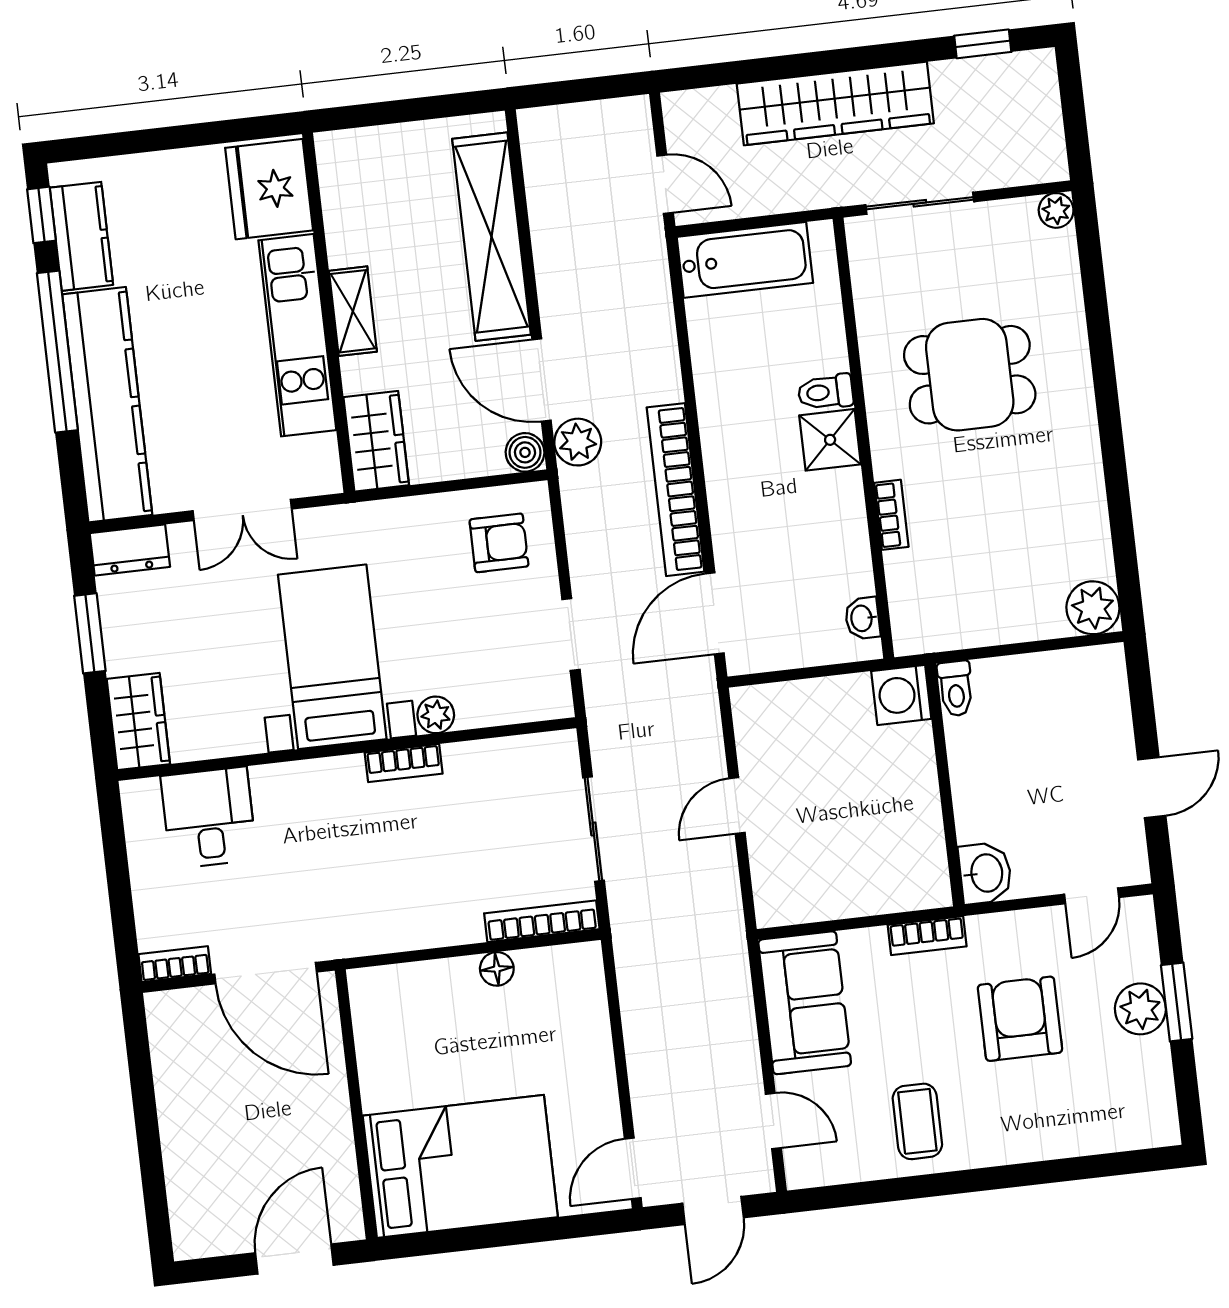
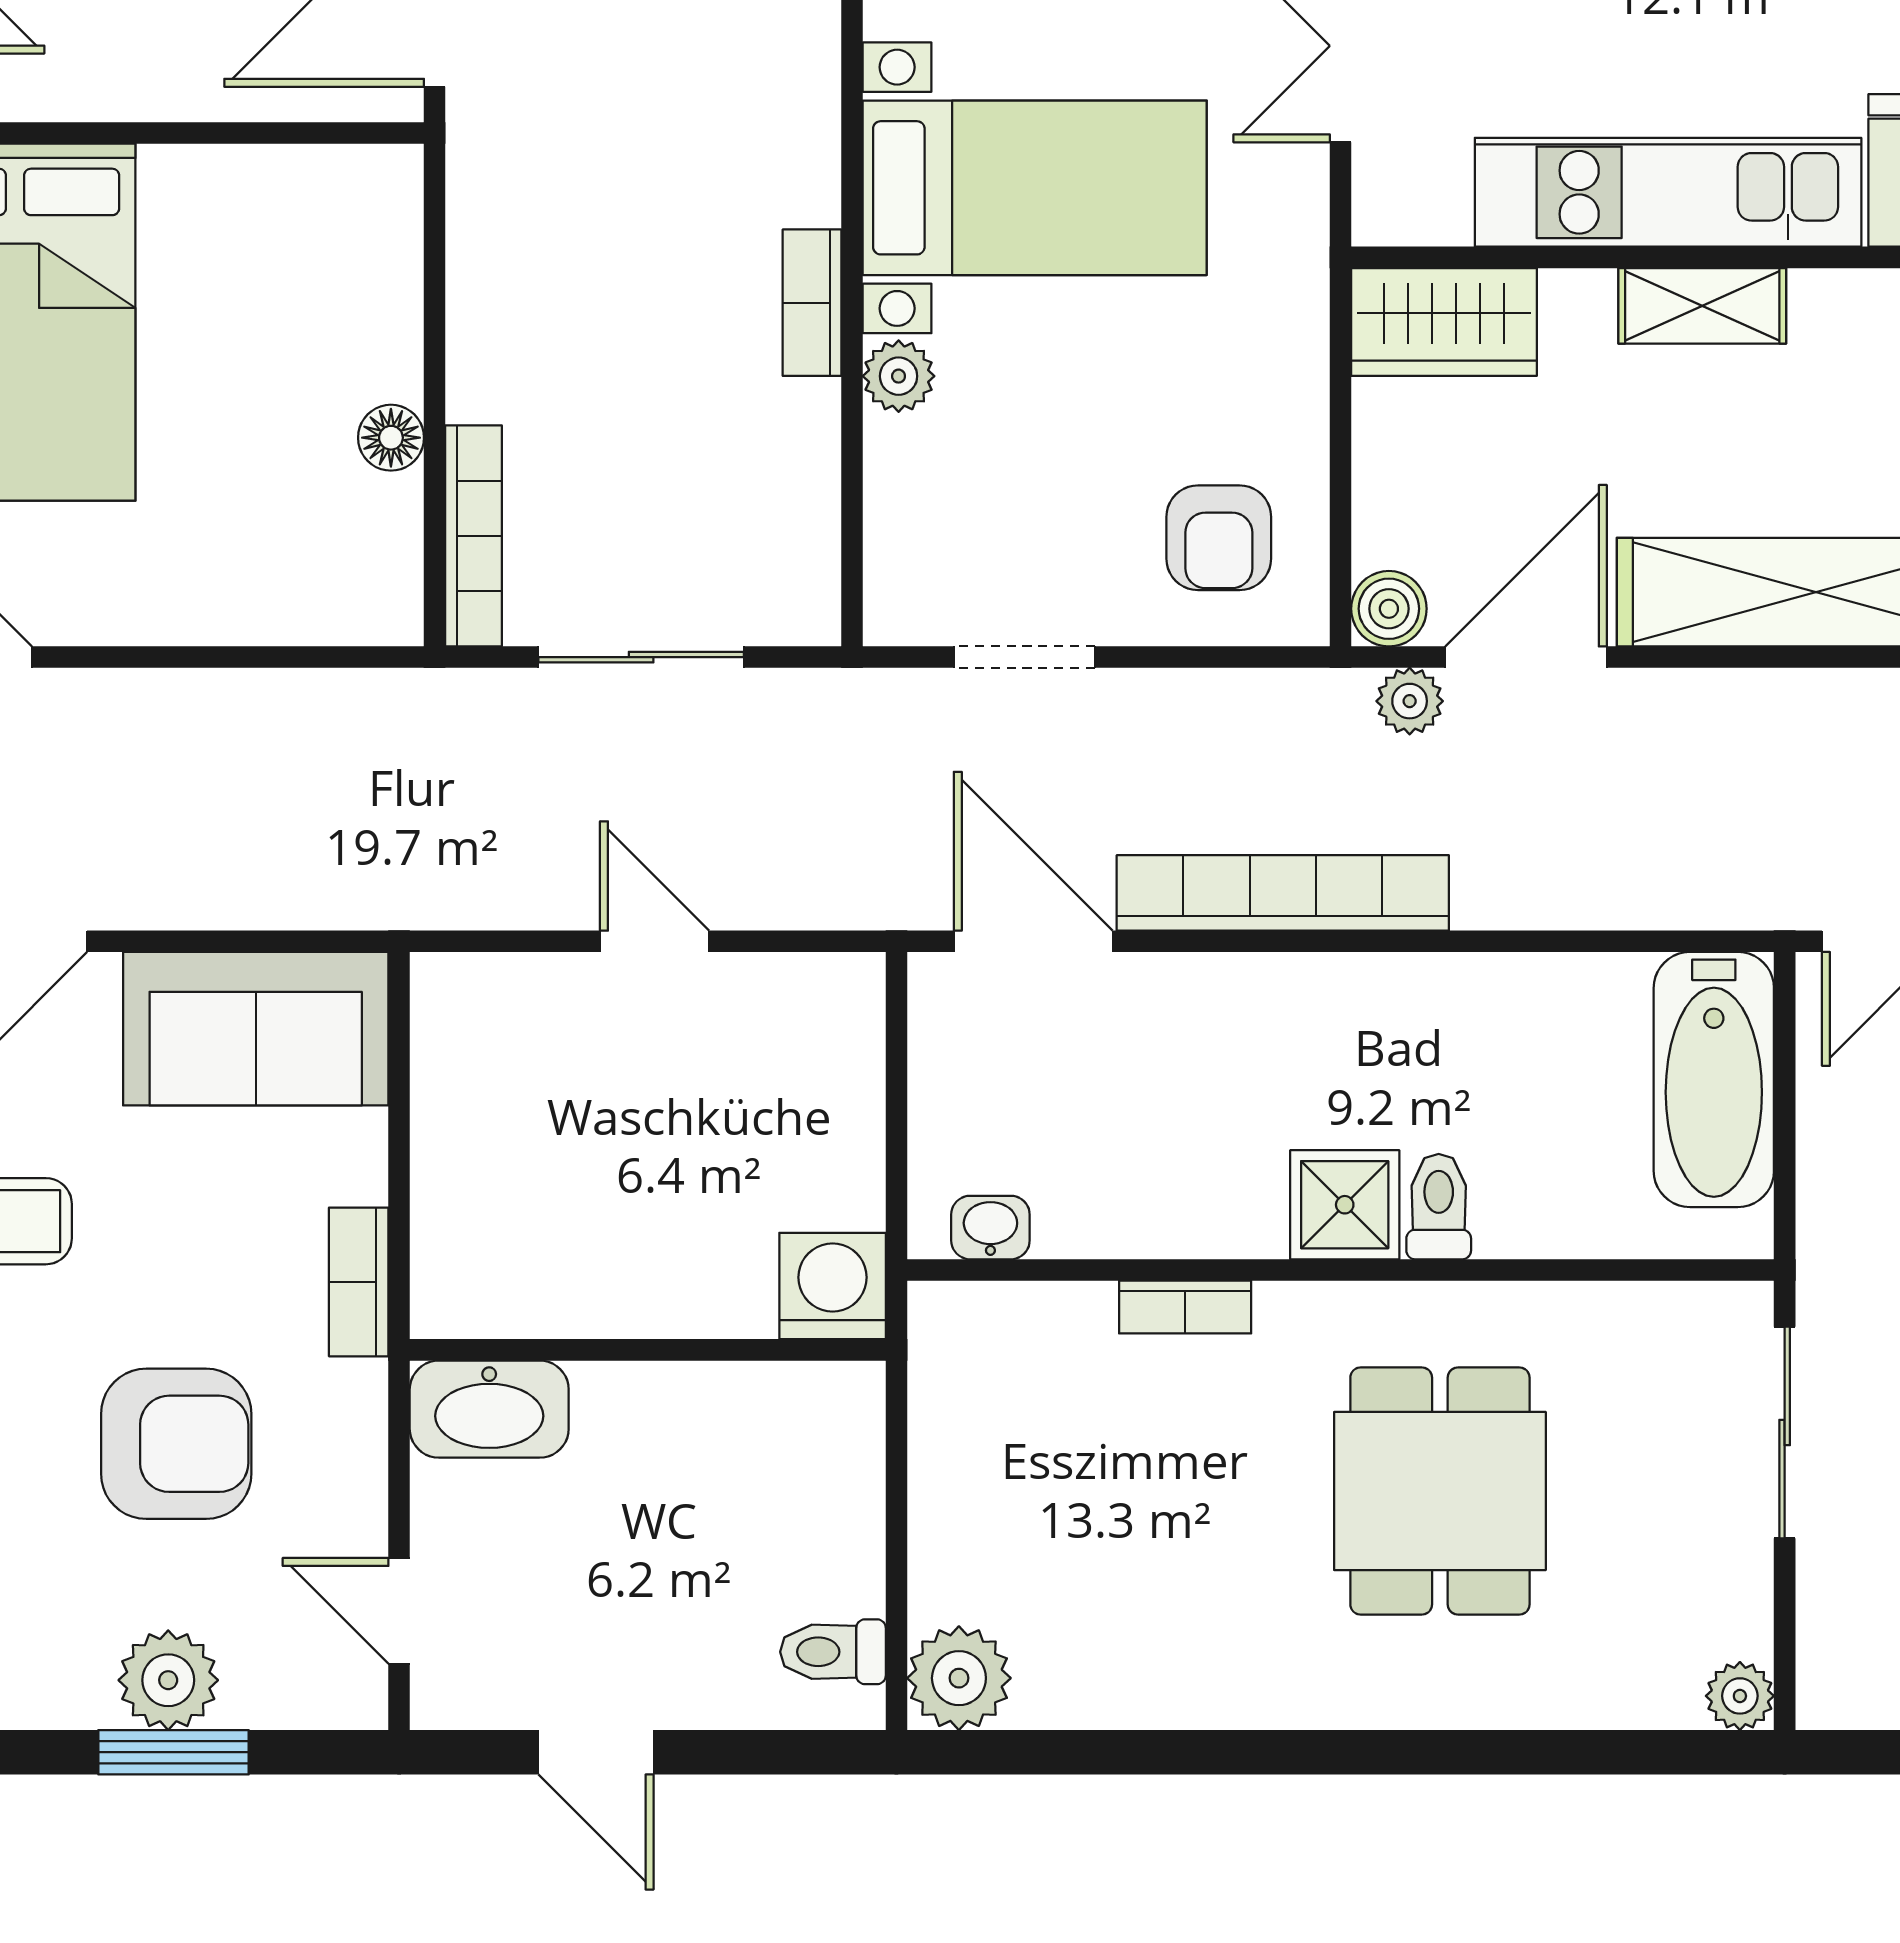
plant: (578, 442) -> (1410, 701), width x0.73, depth x0.73
toilet: (956, 688) -> (833, 1652), moved
washbasin: (985, 873) -> (489, 1409), width x1.38

